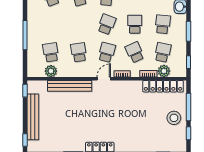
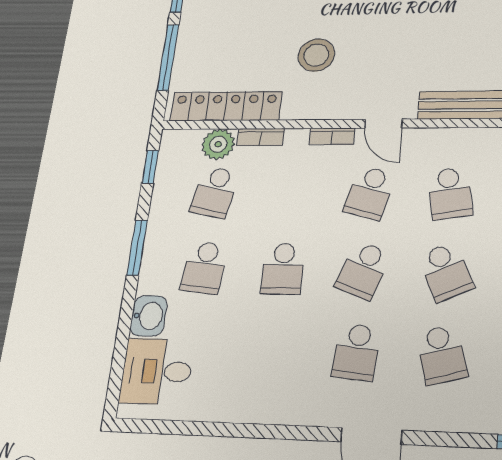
school desk: (135, 52) -> (446, 272), moved
door: (104, 79) -> (383, 124), hinge flipped
stool: (174, 118) -> (316, 55), moved

